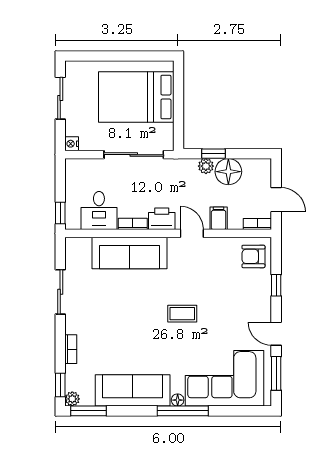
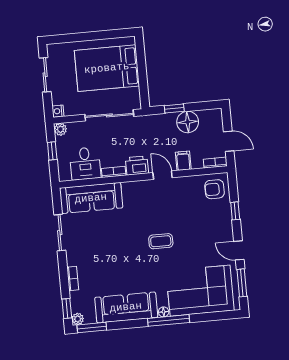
plant: (206, 166) -> (60, 129), moved
window: (60, 213) -> (52, 151), moved
sofa: (130, 253) -> (91, 198), moved

